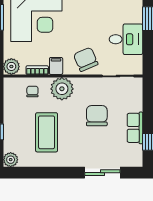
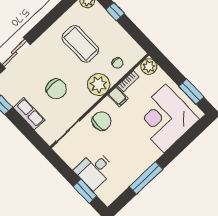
desk: (126, 39) -> (95, 170), moved
chair: (86, 59) -> (102, 121), turned -67
row of seats: (135, 128) -> (29, 114), moved

